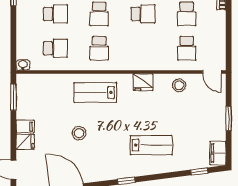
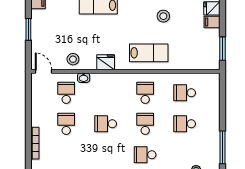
washbasin: (23, 65) -> (84, 78), moved

